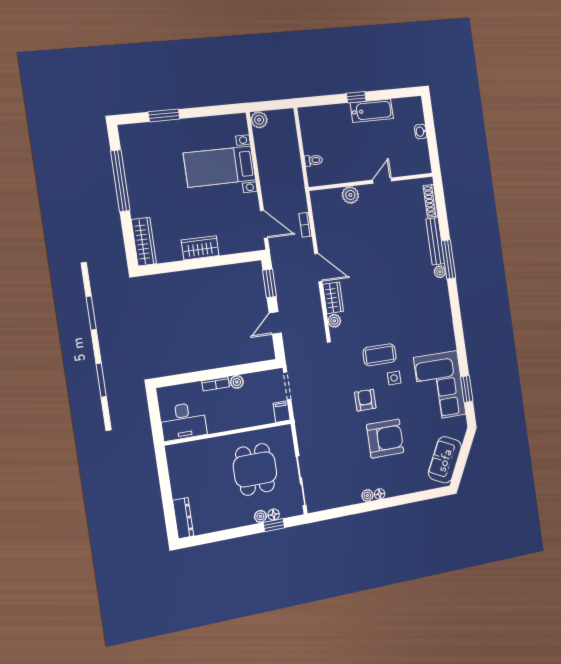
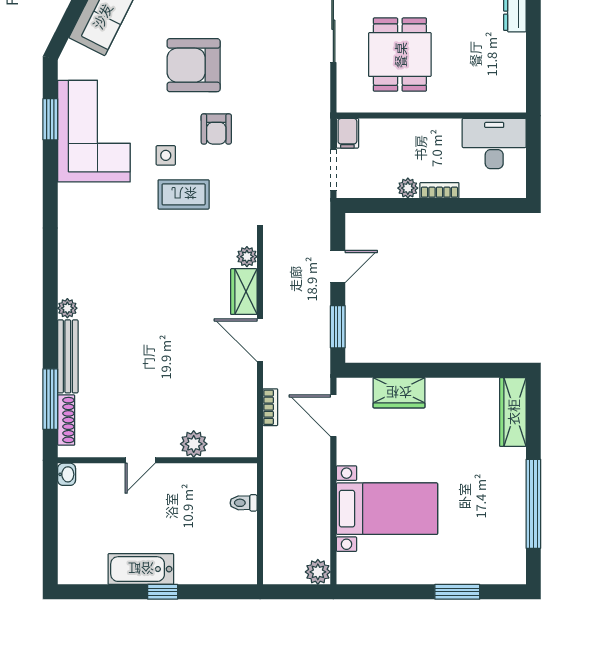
washbasin: (421, 132) -> (67, 474), moved
wardrobe: (200, 248) -> (399, 393), moved
window: (449, 259) -> (50, 399), moved

